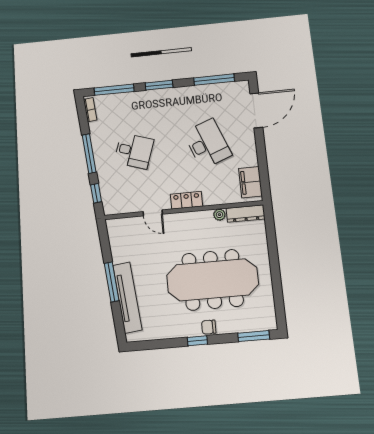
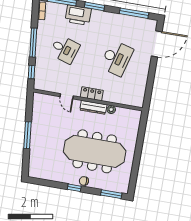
printer: (140, 102) -> (78, 15), added
desk: (207, 144) -> (117, 58), turned 36
filing cabinet: (250, 182) -> (138, 93), removed
dresser: (246, 214) -> (93, 107), moved
tv unit: (127, 297) -> (36, 148), removed

